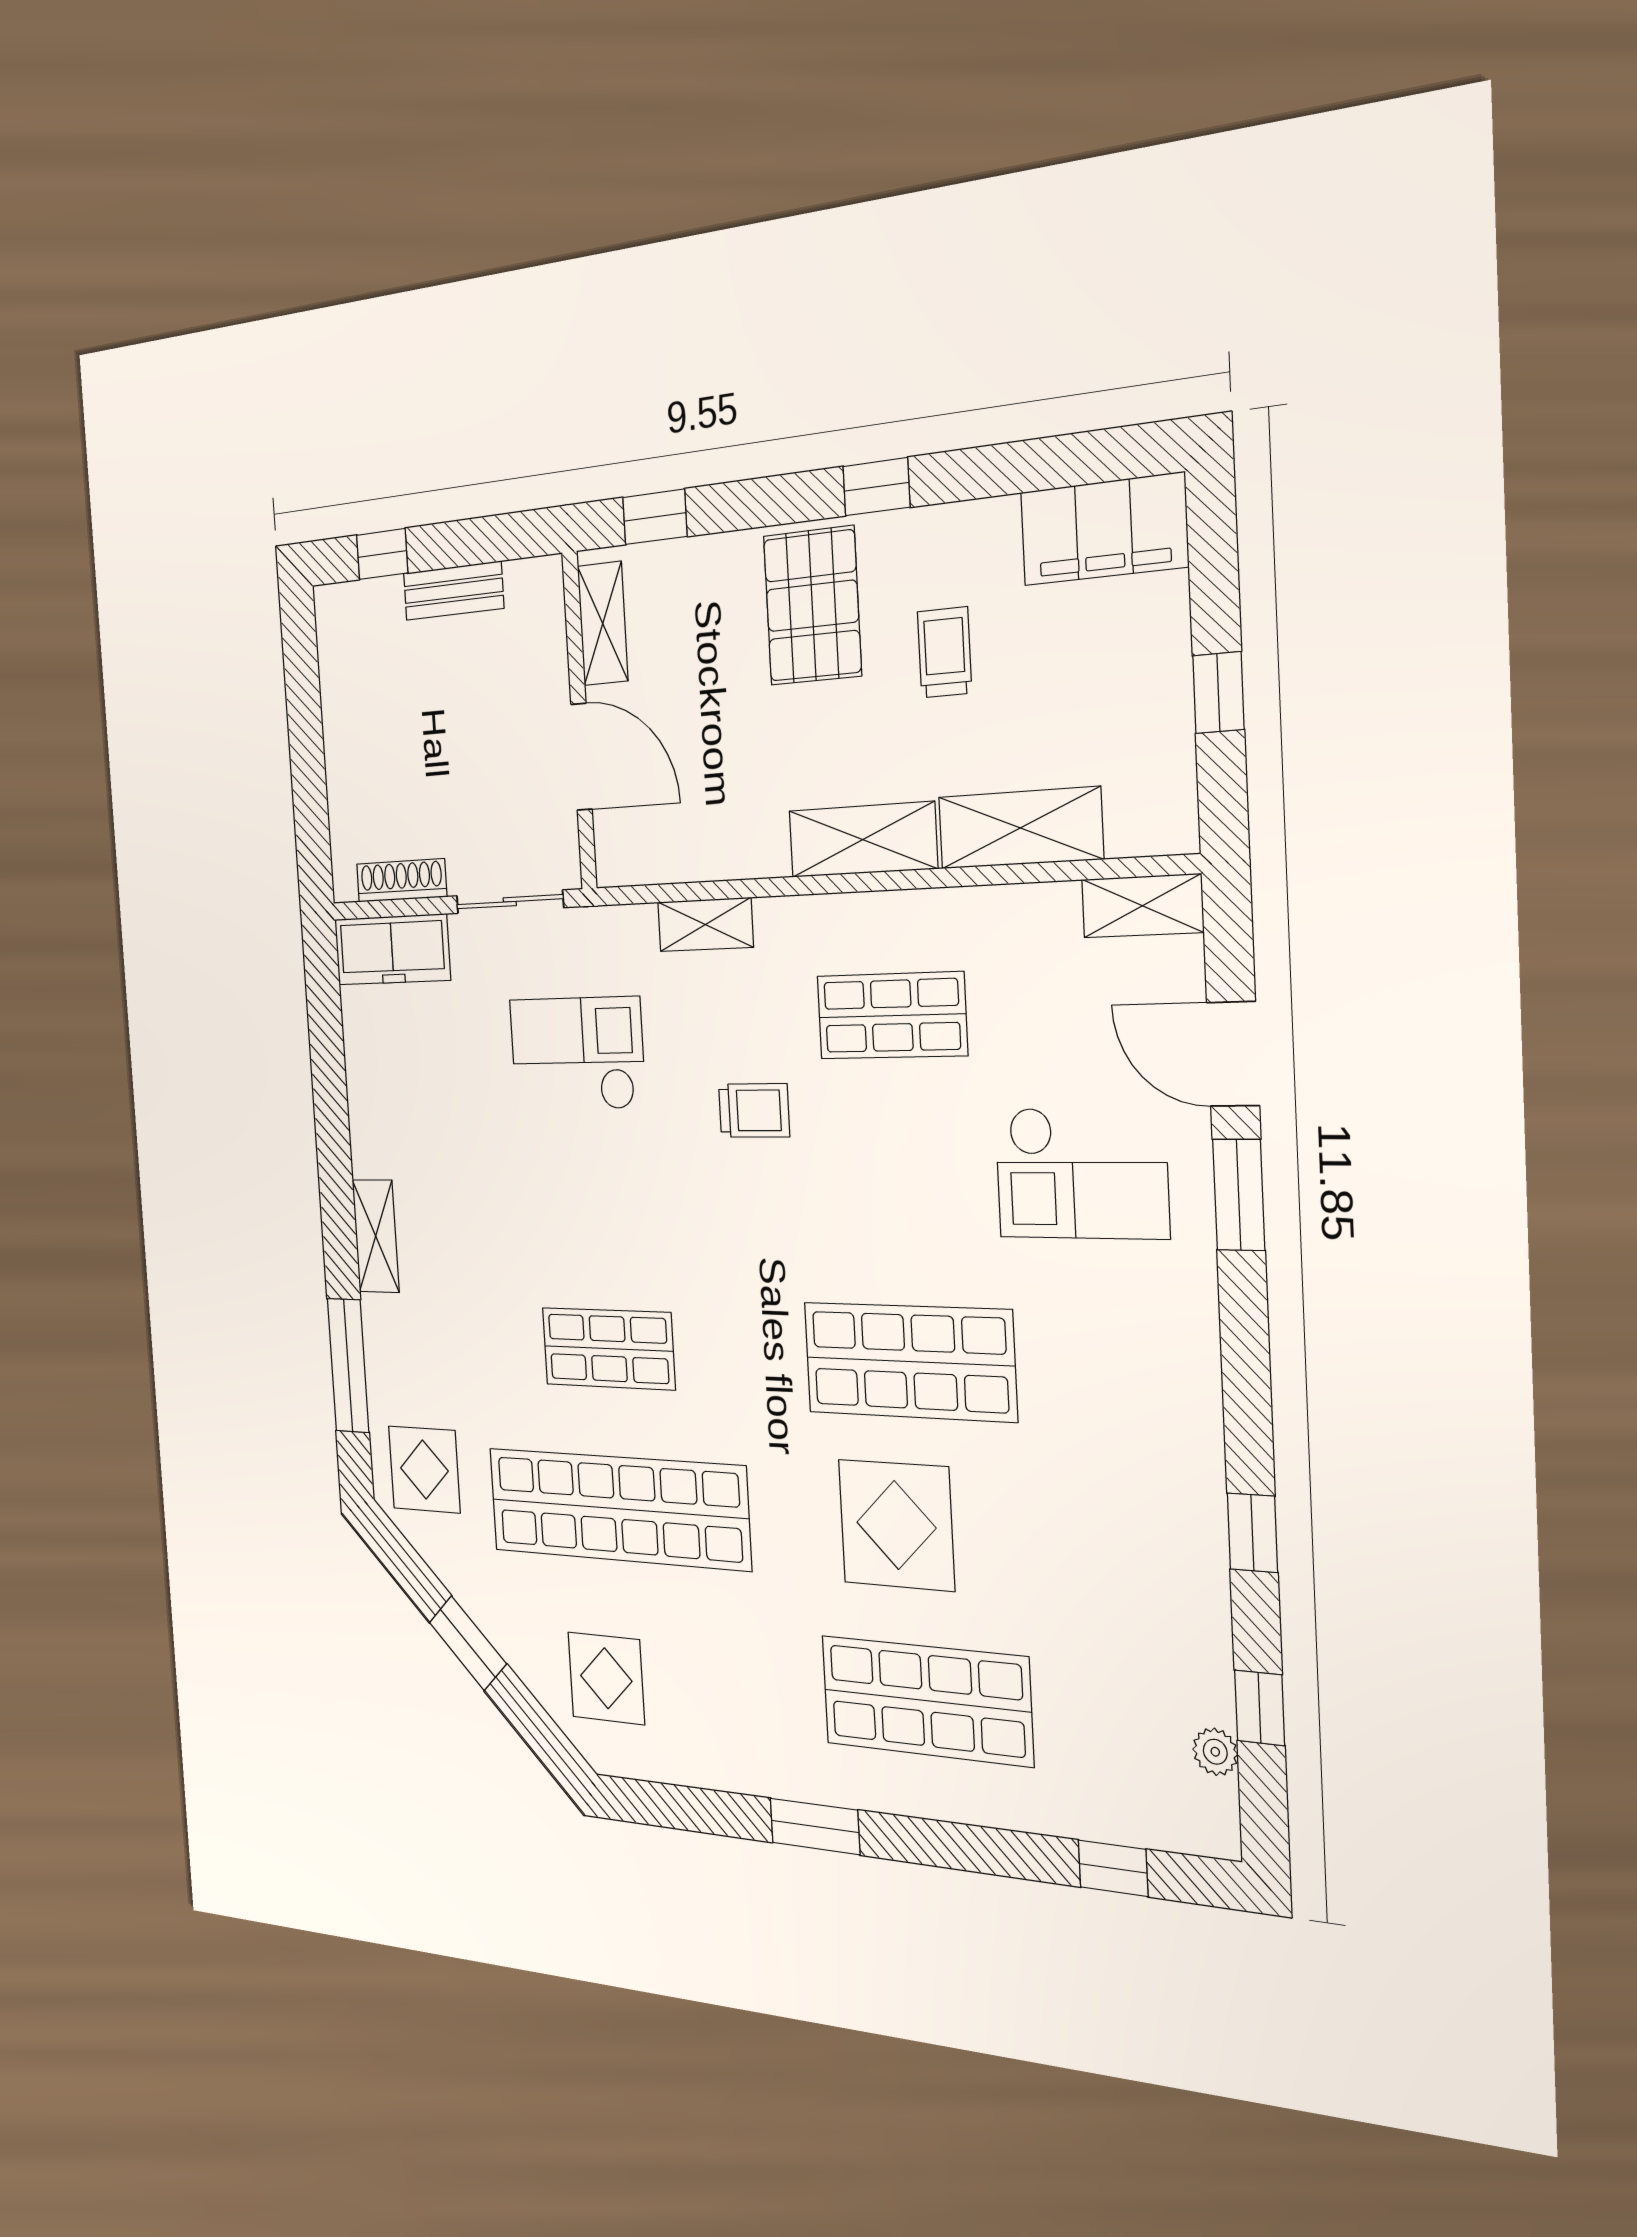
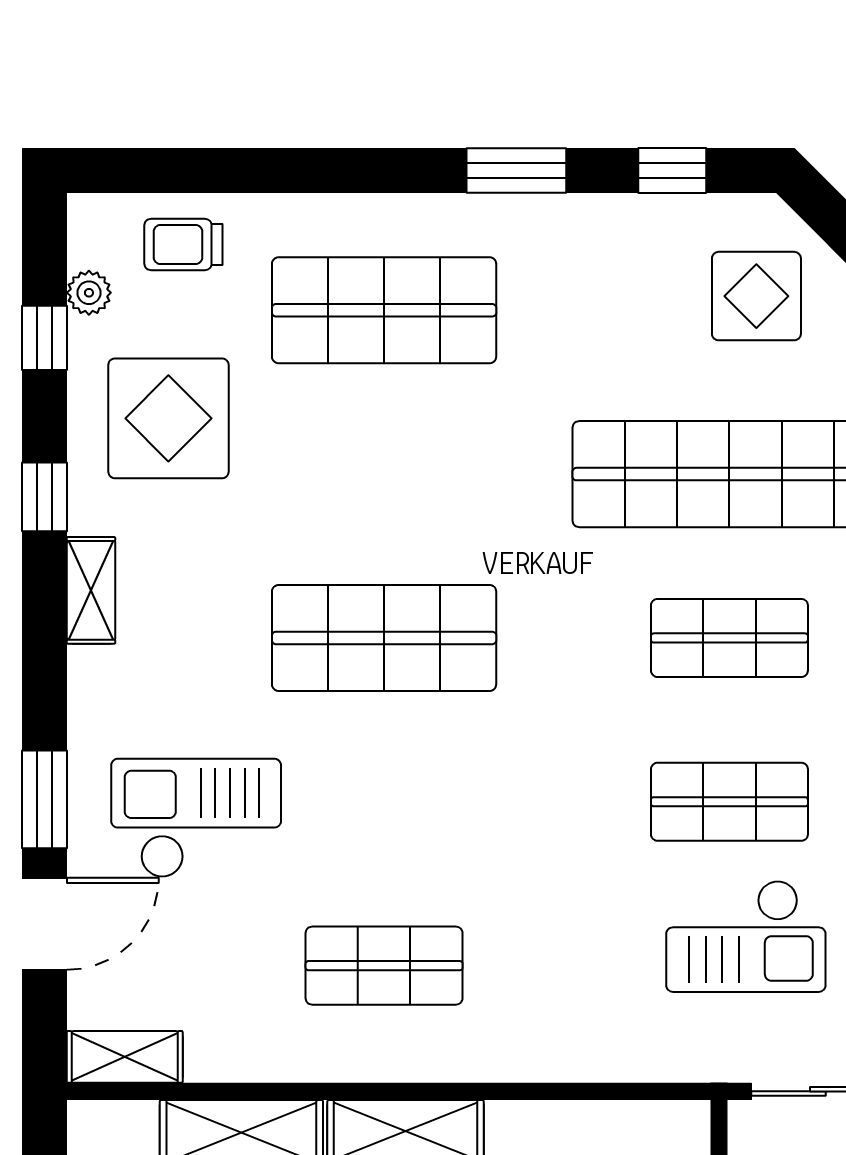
shelving: (705, 925) -> (91, 590), moved, turned 90
door: (1233, 1054) -> (45, 924), hinge flipped
trolley: (754, 1110) -> (183, 245), moved
shop shelf: (599, 1187) -> (729, 802), added
display table: (896, 1525) -> (168, 418), moved
window: (1113, 1868) -> (672, 171), moved

